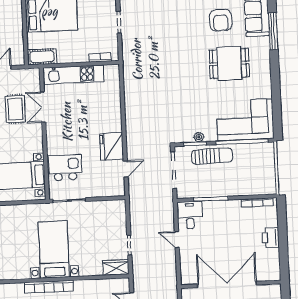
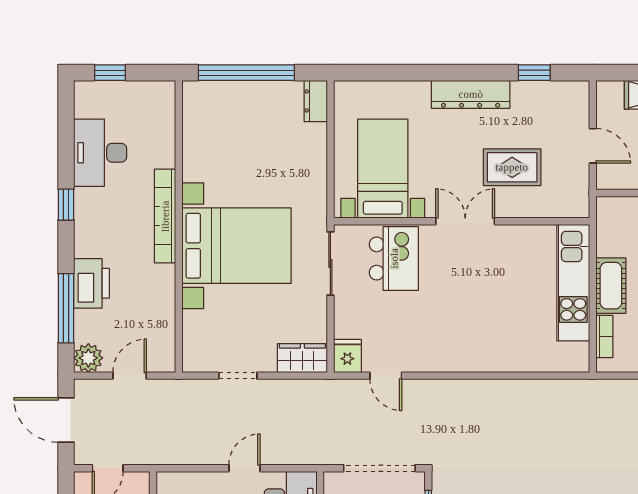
cot: (42, 57) -> (611, 286), moved
double door: (43, 107) -> (465, 221), moved
fridge: (112, 146) -> (347, 356), moved, width x0.53, depth x0.75
bed with nightstands: (54, 250) -> (236, 246), width x1.36
wardrobe: (116, 267) -> (302, 358), moved, turned -90

